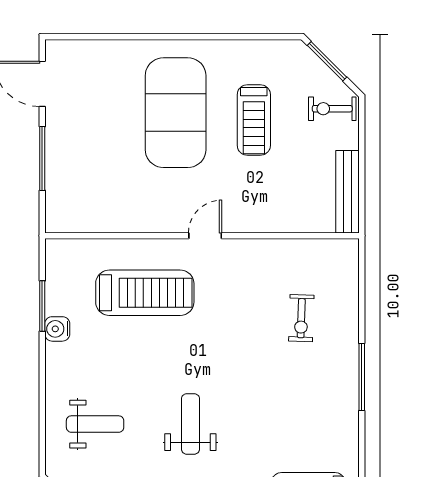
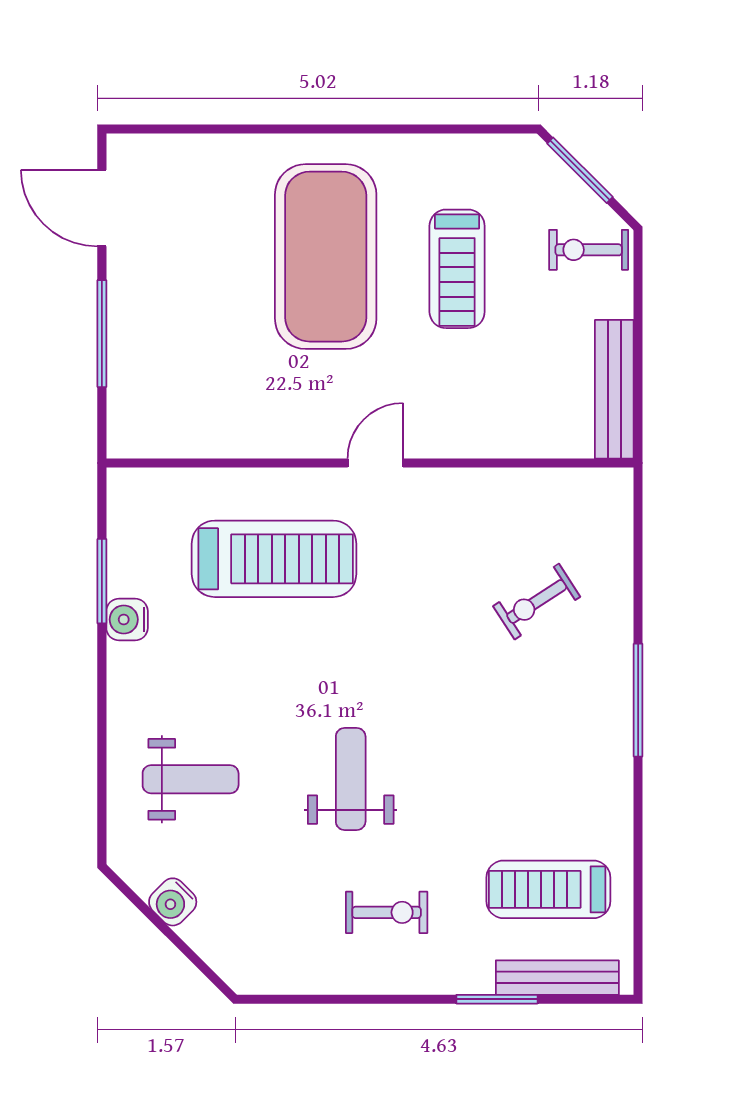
exercise bike: (301, 318) -> (537, 602), turned 55

